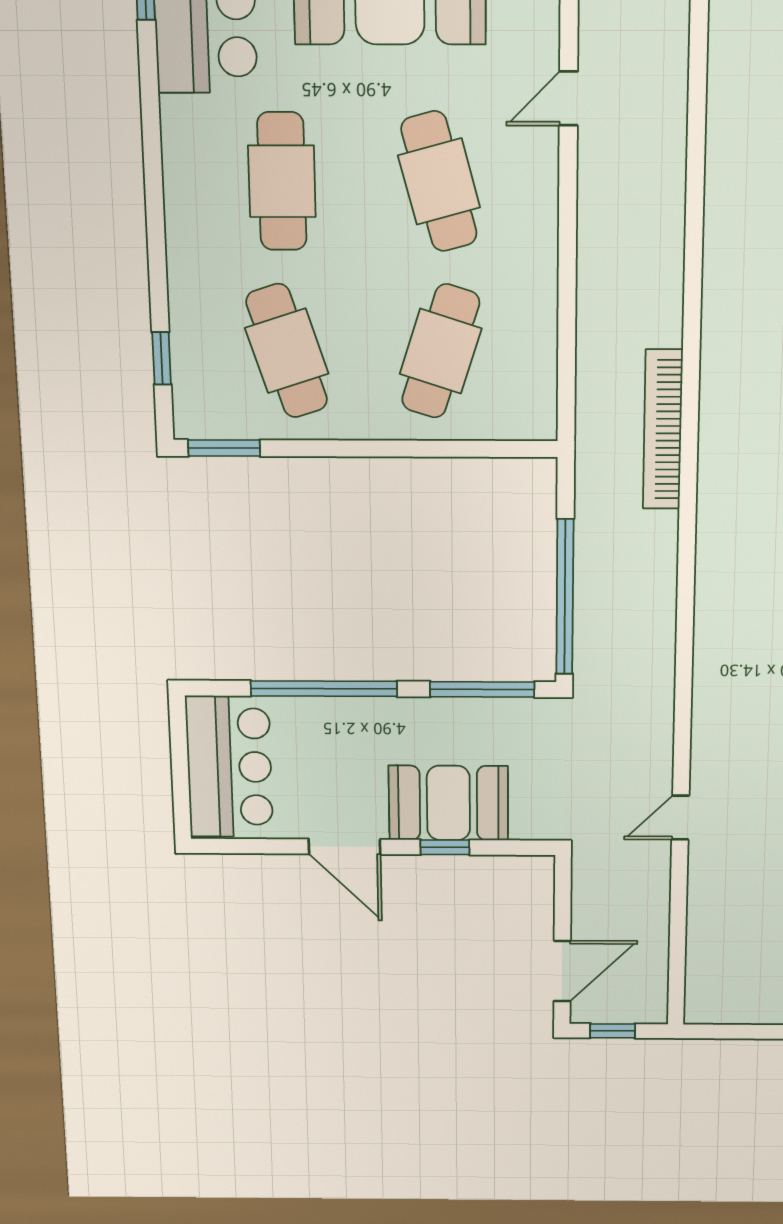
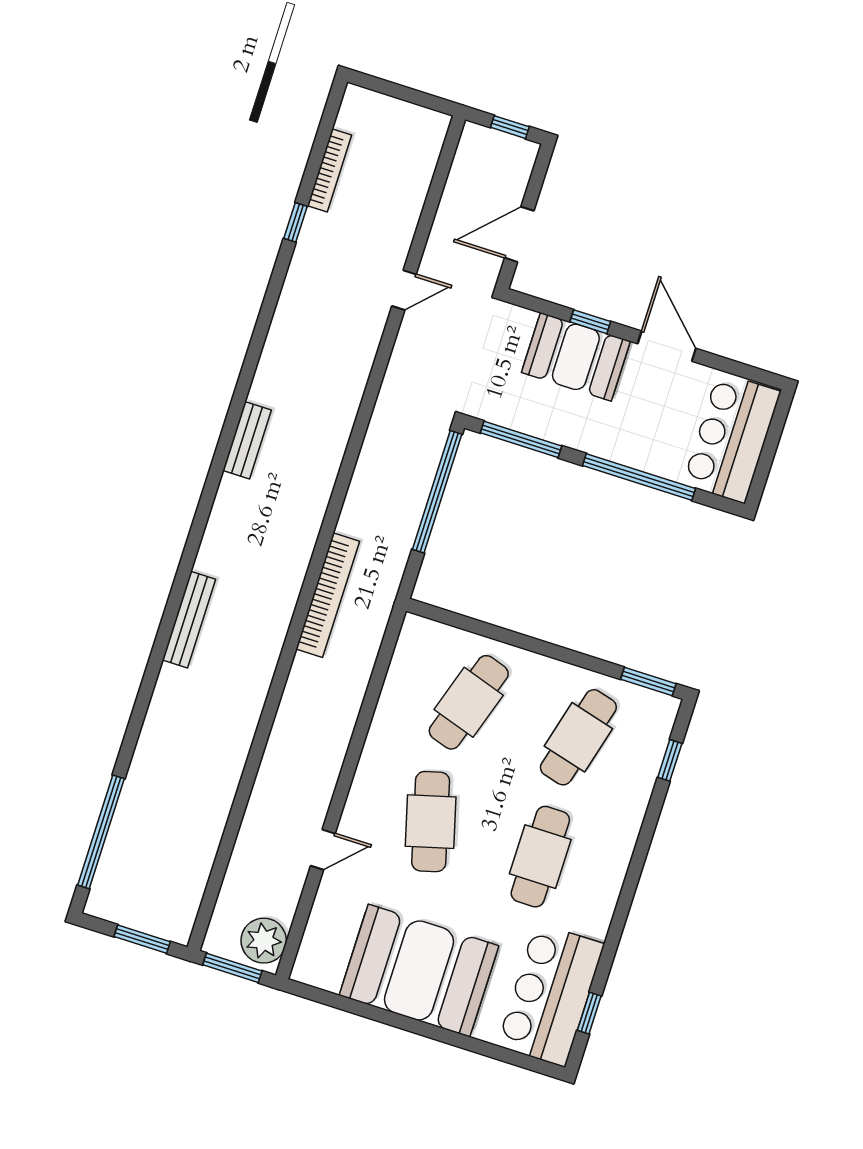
cafe table: (287, 351) -> (578, 737), turned 33
door: (562, 971) -> (519, 234), moved

